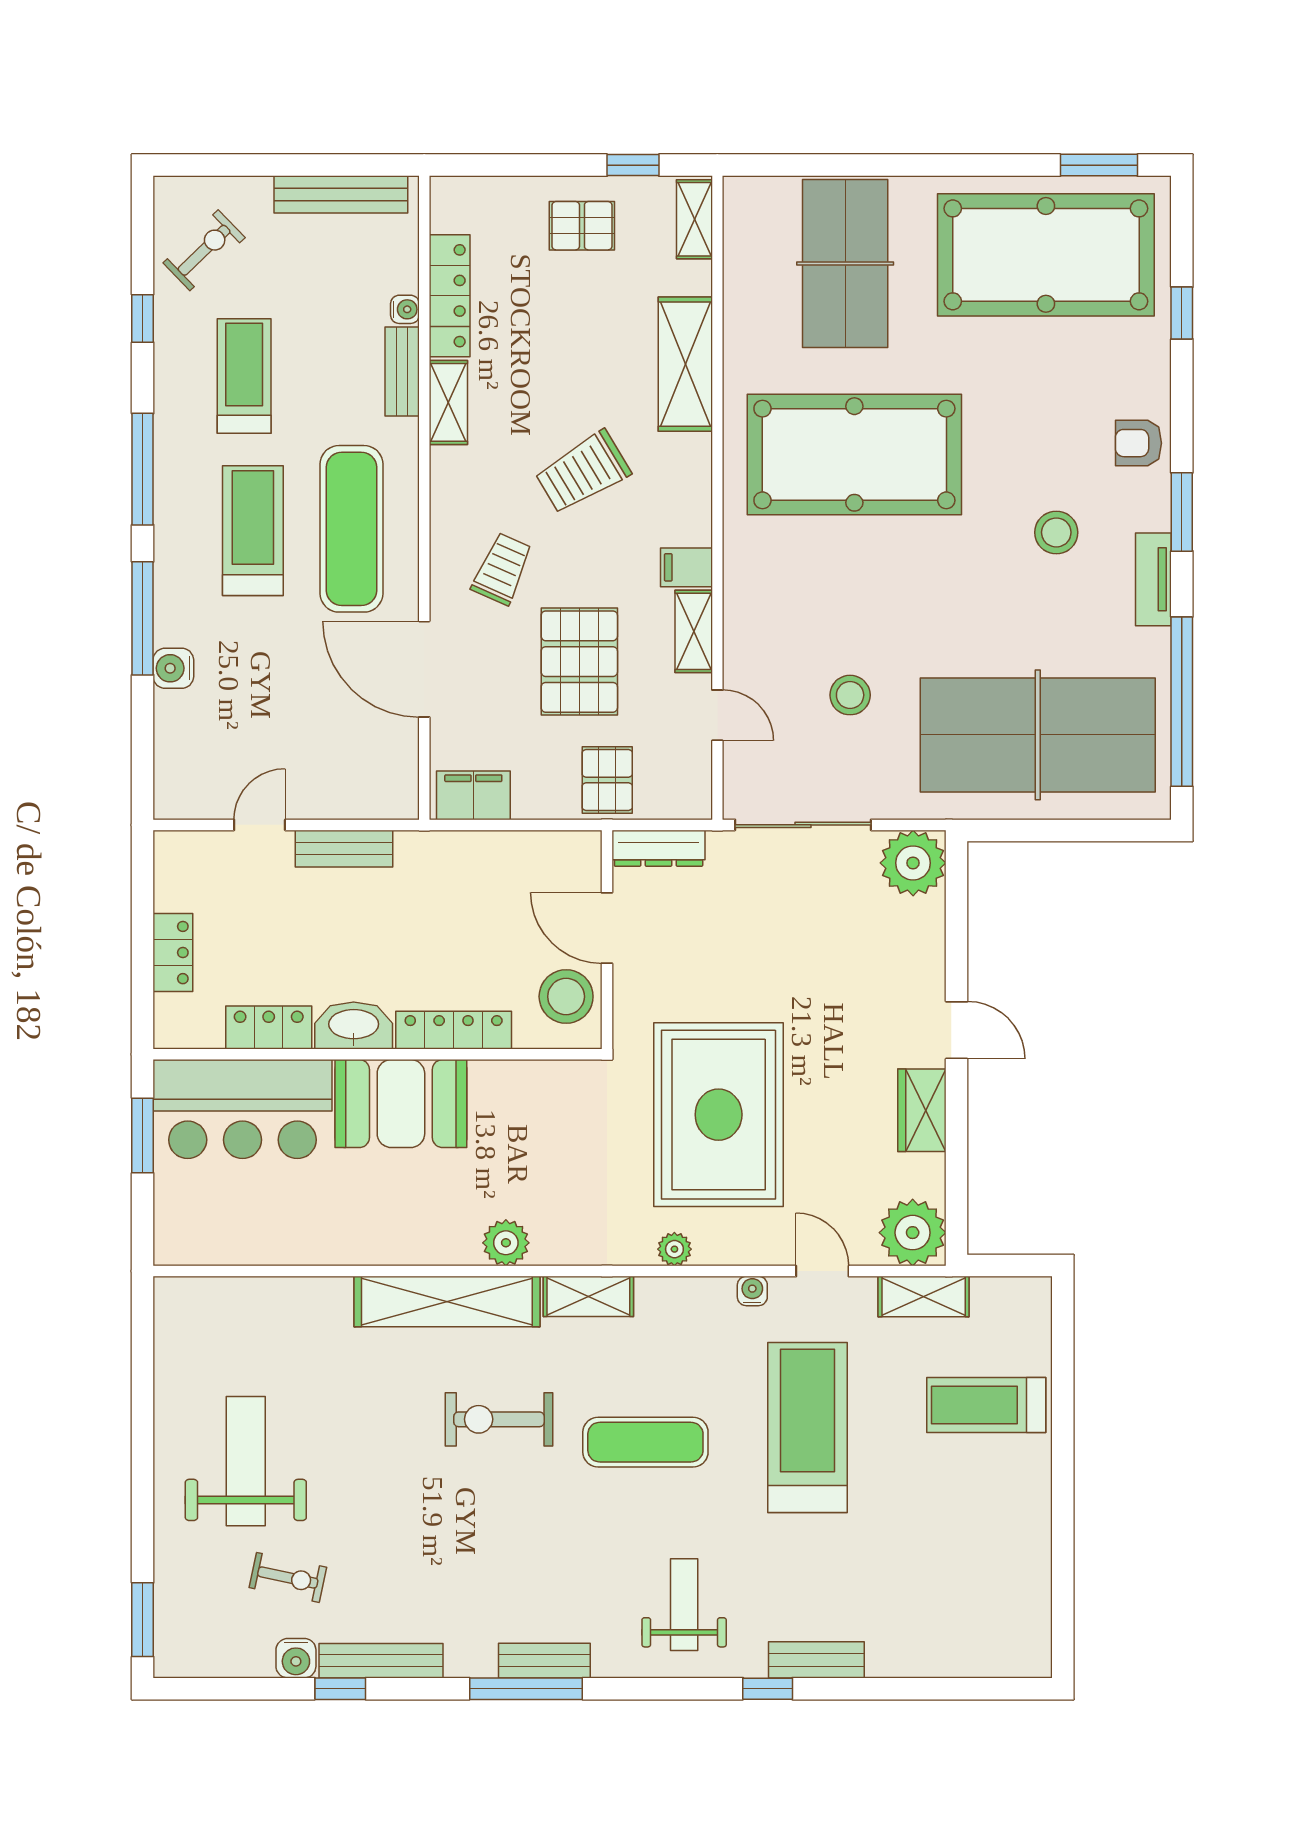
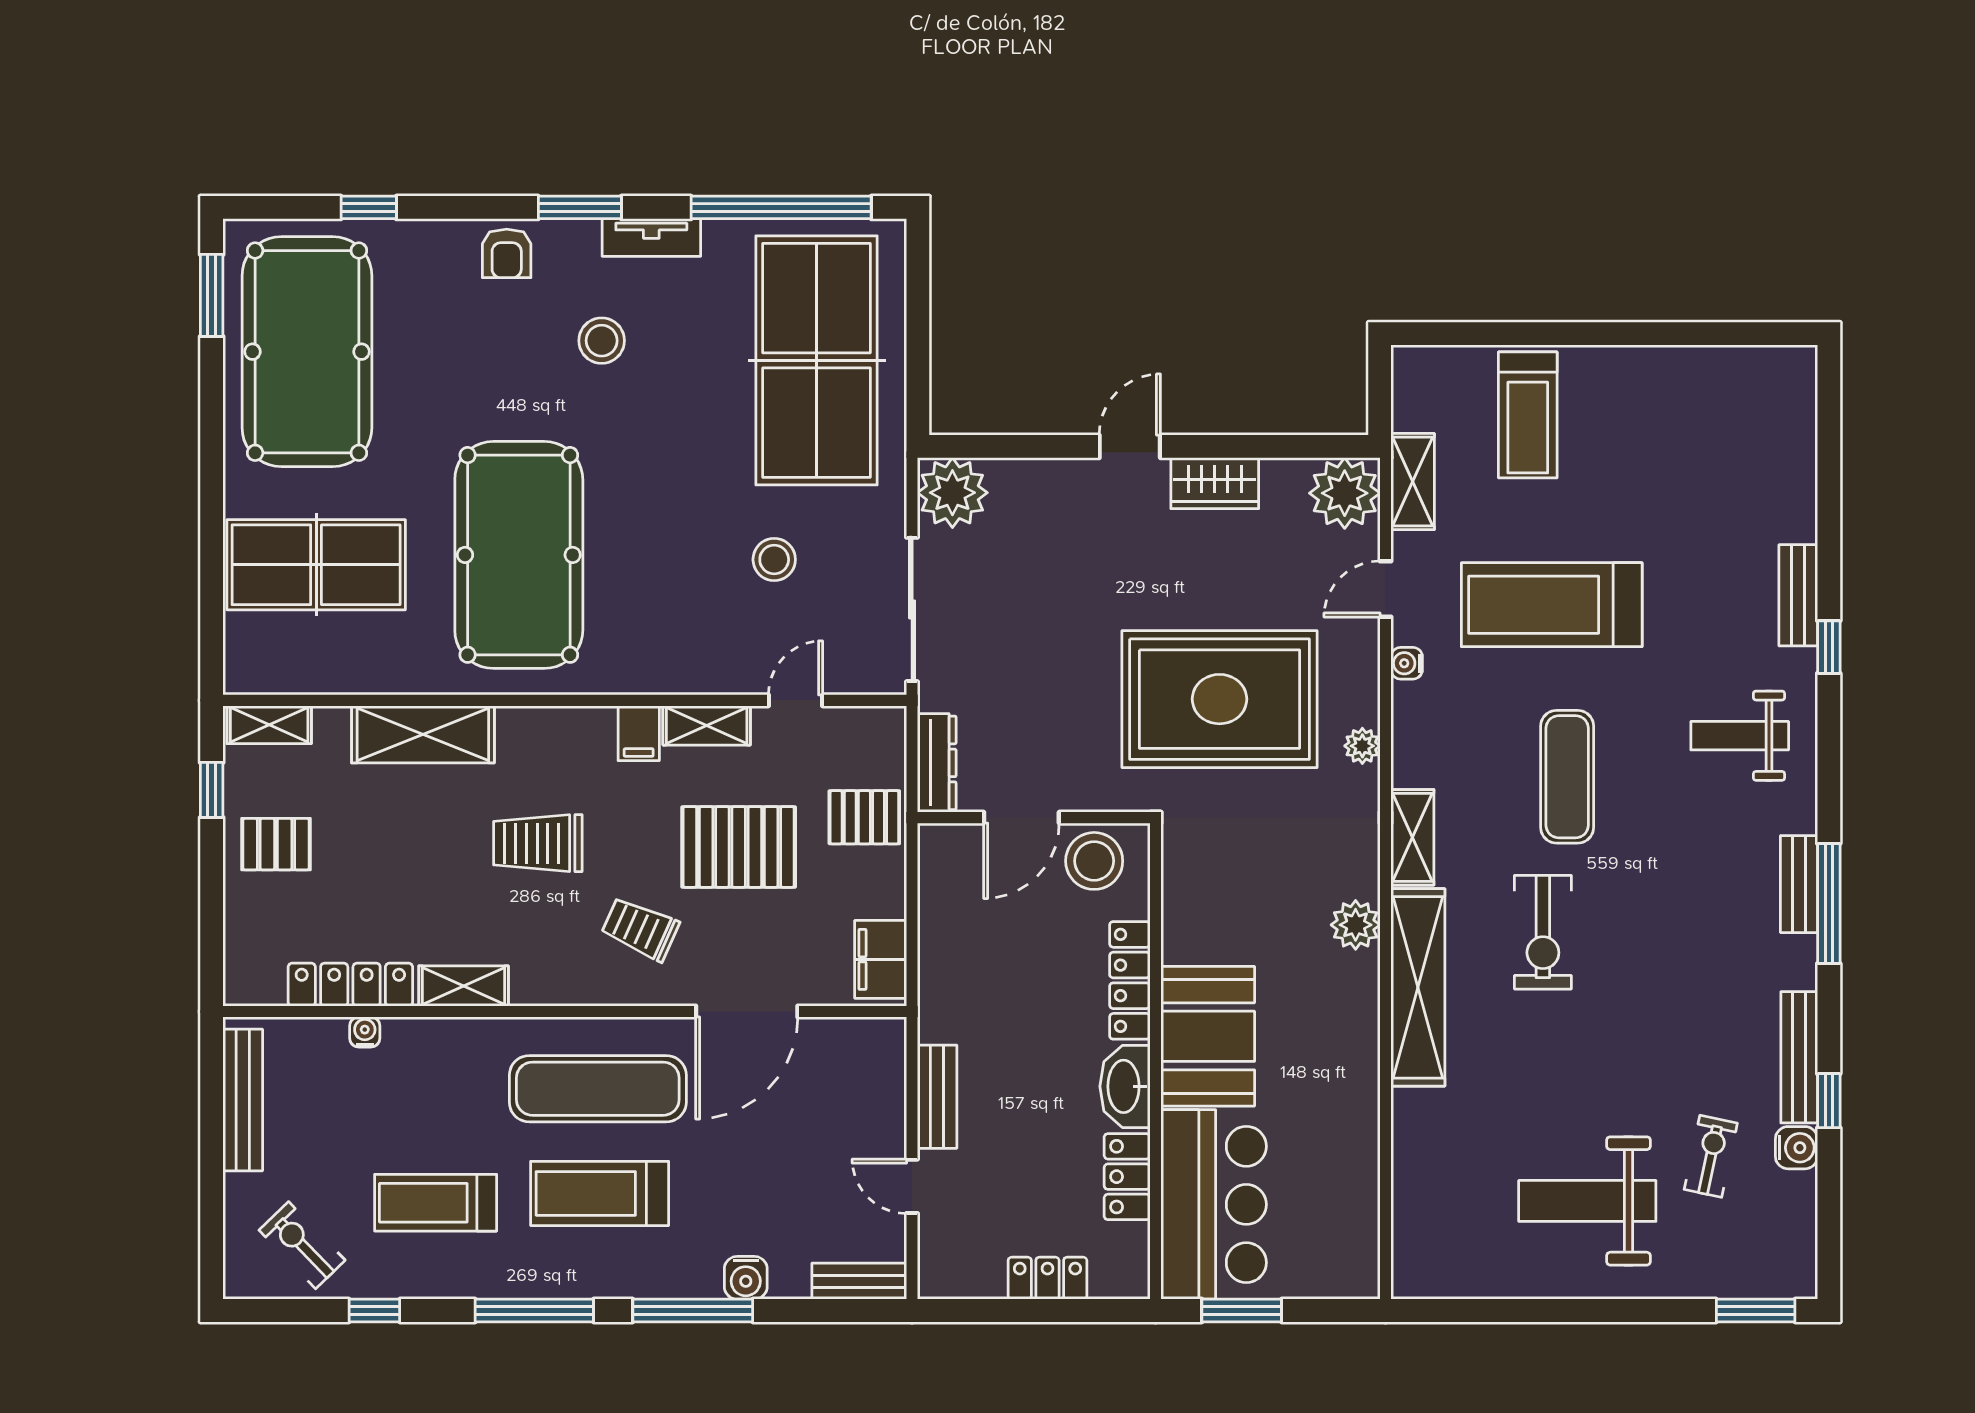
pallet: (582, 226) -> (276, 844), turned 90
bench: (402, 372) -> (859, 1281), moved
trolley: (583, 472) -> (538, 843), turned 121

